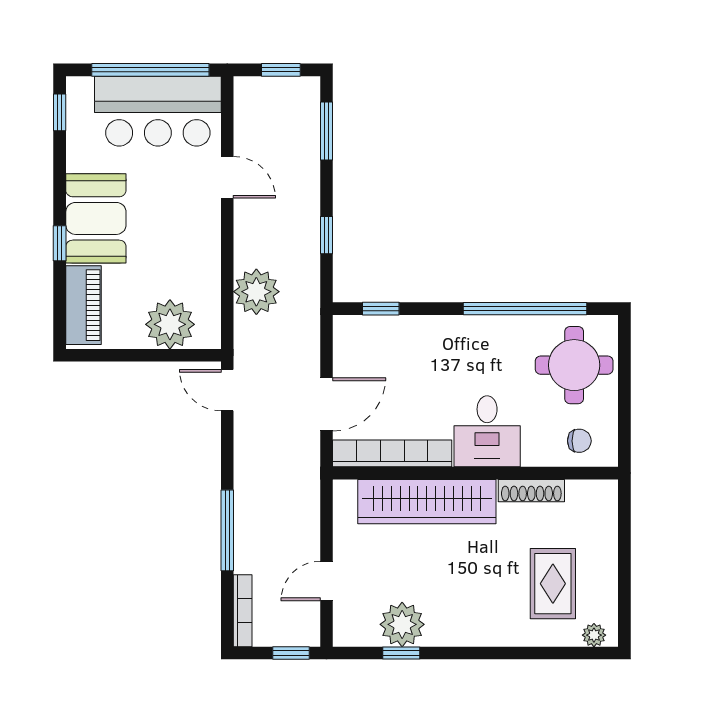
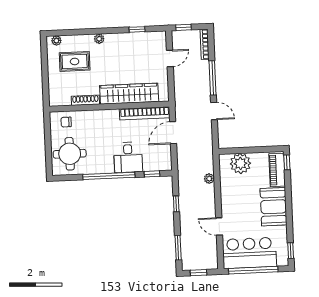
window: (60, 243) -> (287, 162), moved
plant: (256, 292) -> (209, 179), width x0.53, depth x0.53
window: (525, 309) -> (109, 176), moved
door: (227, 390) -> (214, 111), moved
desk: (487, 431) -> (128, 157), moved, turned 180
rug: (553, 584) -> (75, 61), turned 90
plant: (402, 624) -> (99, 39), moved, width x0.53, depth x0.53

